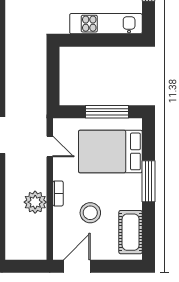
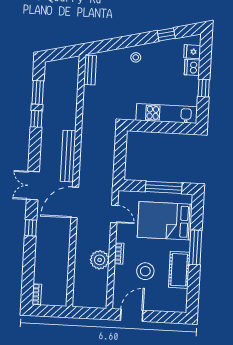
cot: (131, 232) -> (179, 270), moved

